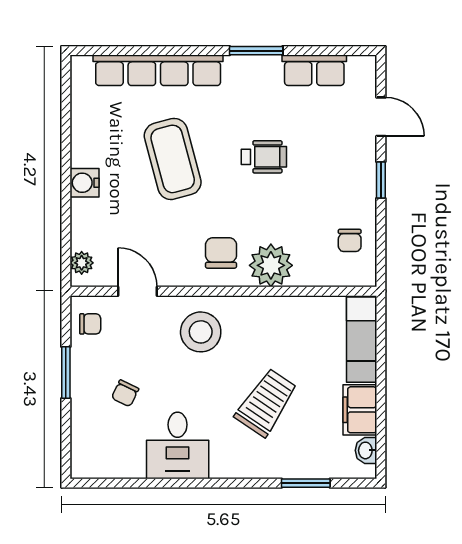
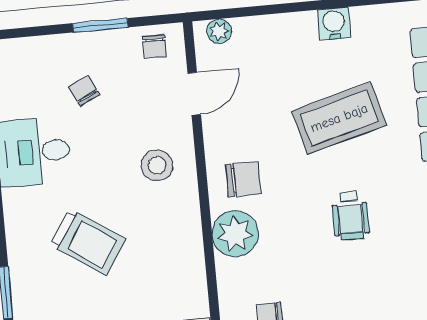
water cooler: (84, 183) -> (334, 24), moved
stool: (201, 332) -> (157, 165), width x0.73, depth x0.73
chair: (125, 393) -> (84, 91), turned 39

